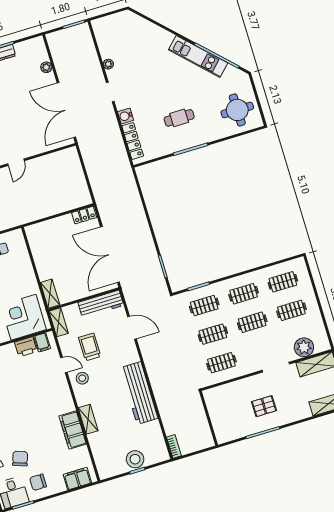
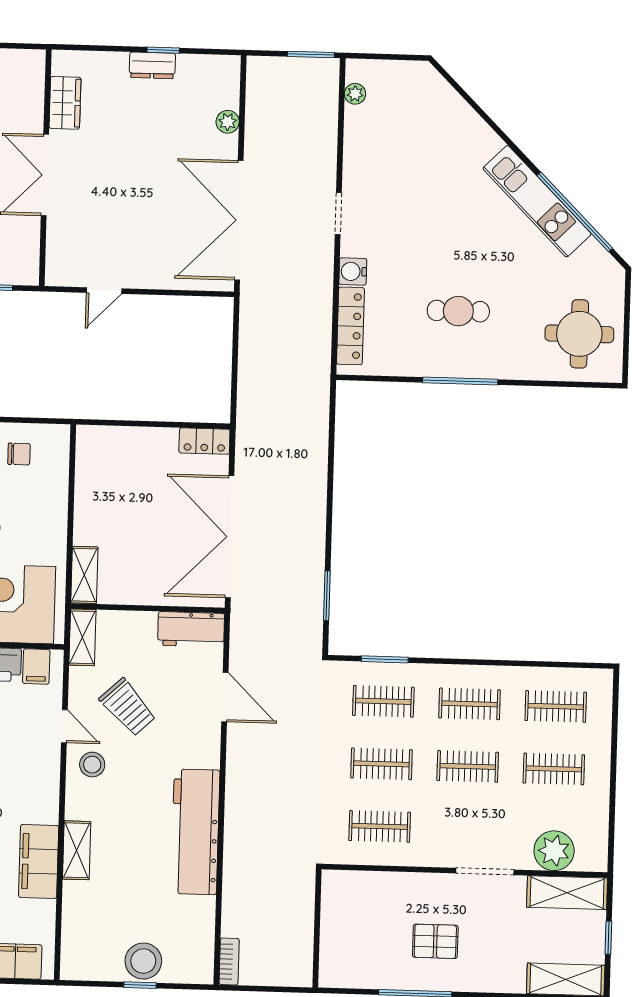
plant: (108, 64) -> (355, 94), moved
workbench: (101, 304) -> (191, 629), width x0.73
trolley: (90, 347) -> (128, 707), turned 137

